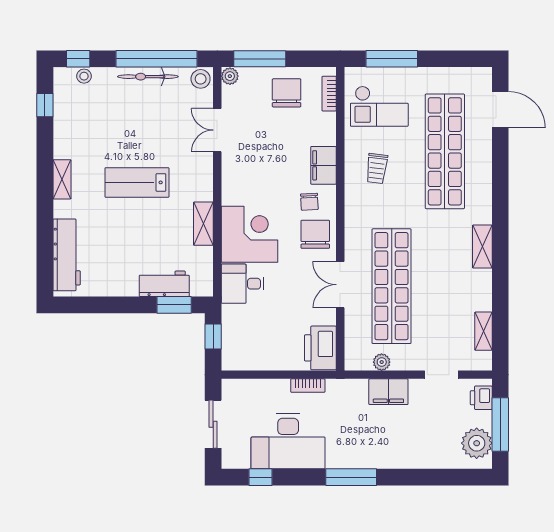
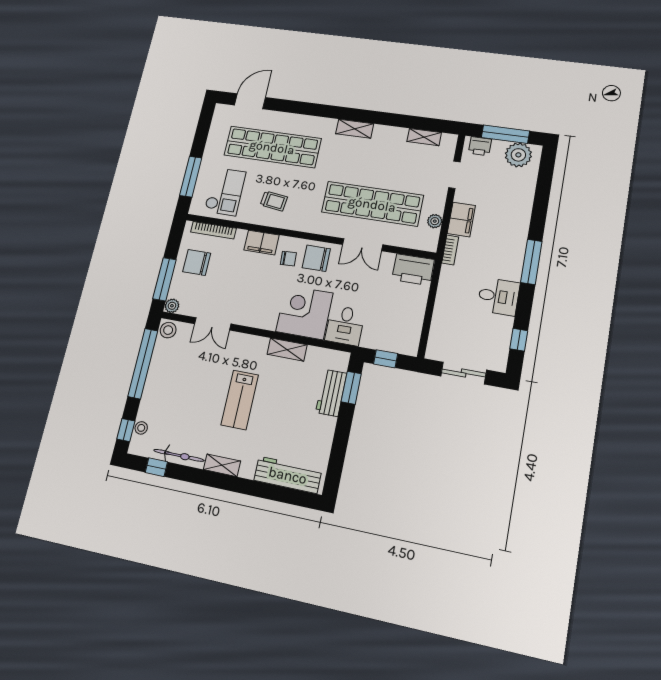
bicycle: (148, 77) -> (179, 455), moved, turned -90
bookcase: (329, 94) -> (213, 230), width x1.56
bookcase: (308, 386) -> (450, 250), moved
desk: (288, 441) -> (498, 296), width x0.53, depth x0.77

